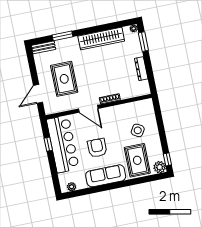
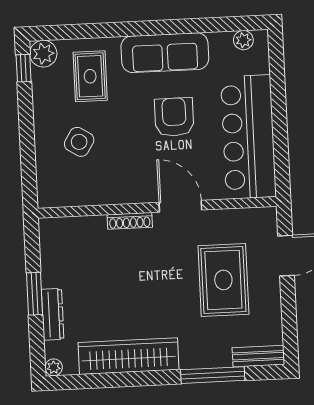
window: (63, 36) -> (213, 375), width x1.44
window: (143, 42) -> (35, 294), moved
dresser: (141, 69) -> (53, 314), moved
window: (48, 144) -> (281, 142), removed
armchair: (97, 148) -> (174, 117), turned 180
rug: (137, 160) -> (90, 76), width x0.73, depth x0.70

